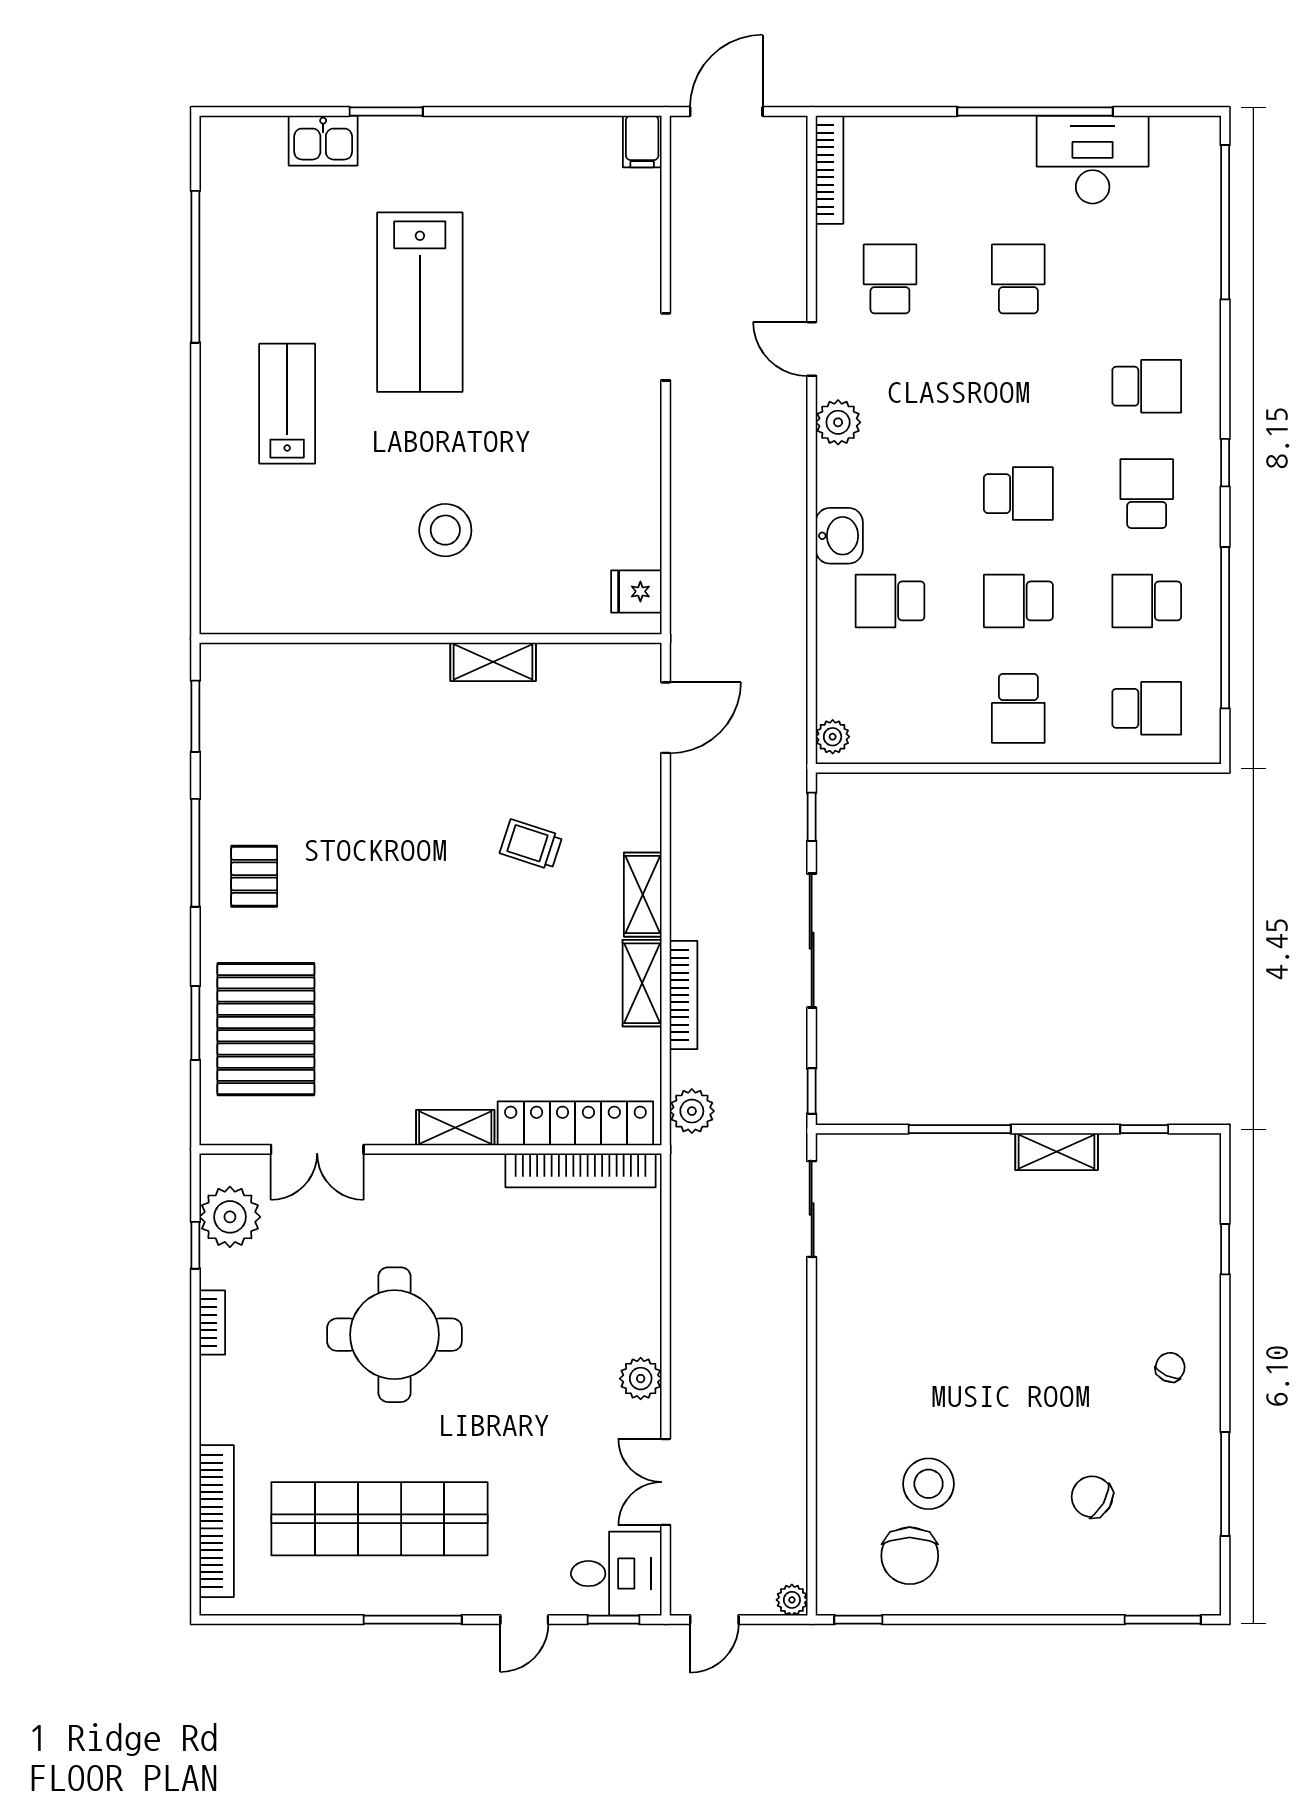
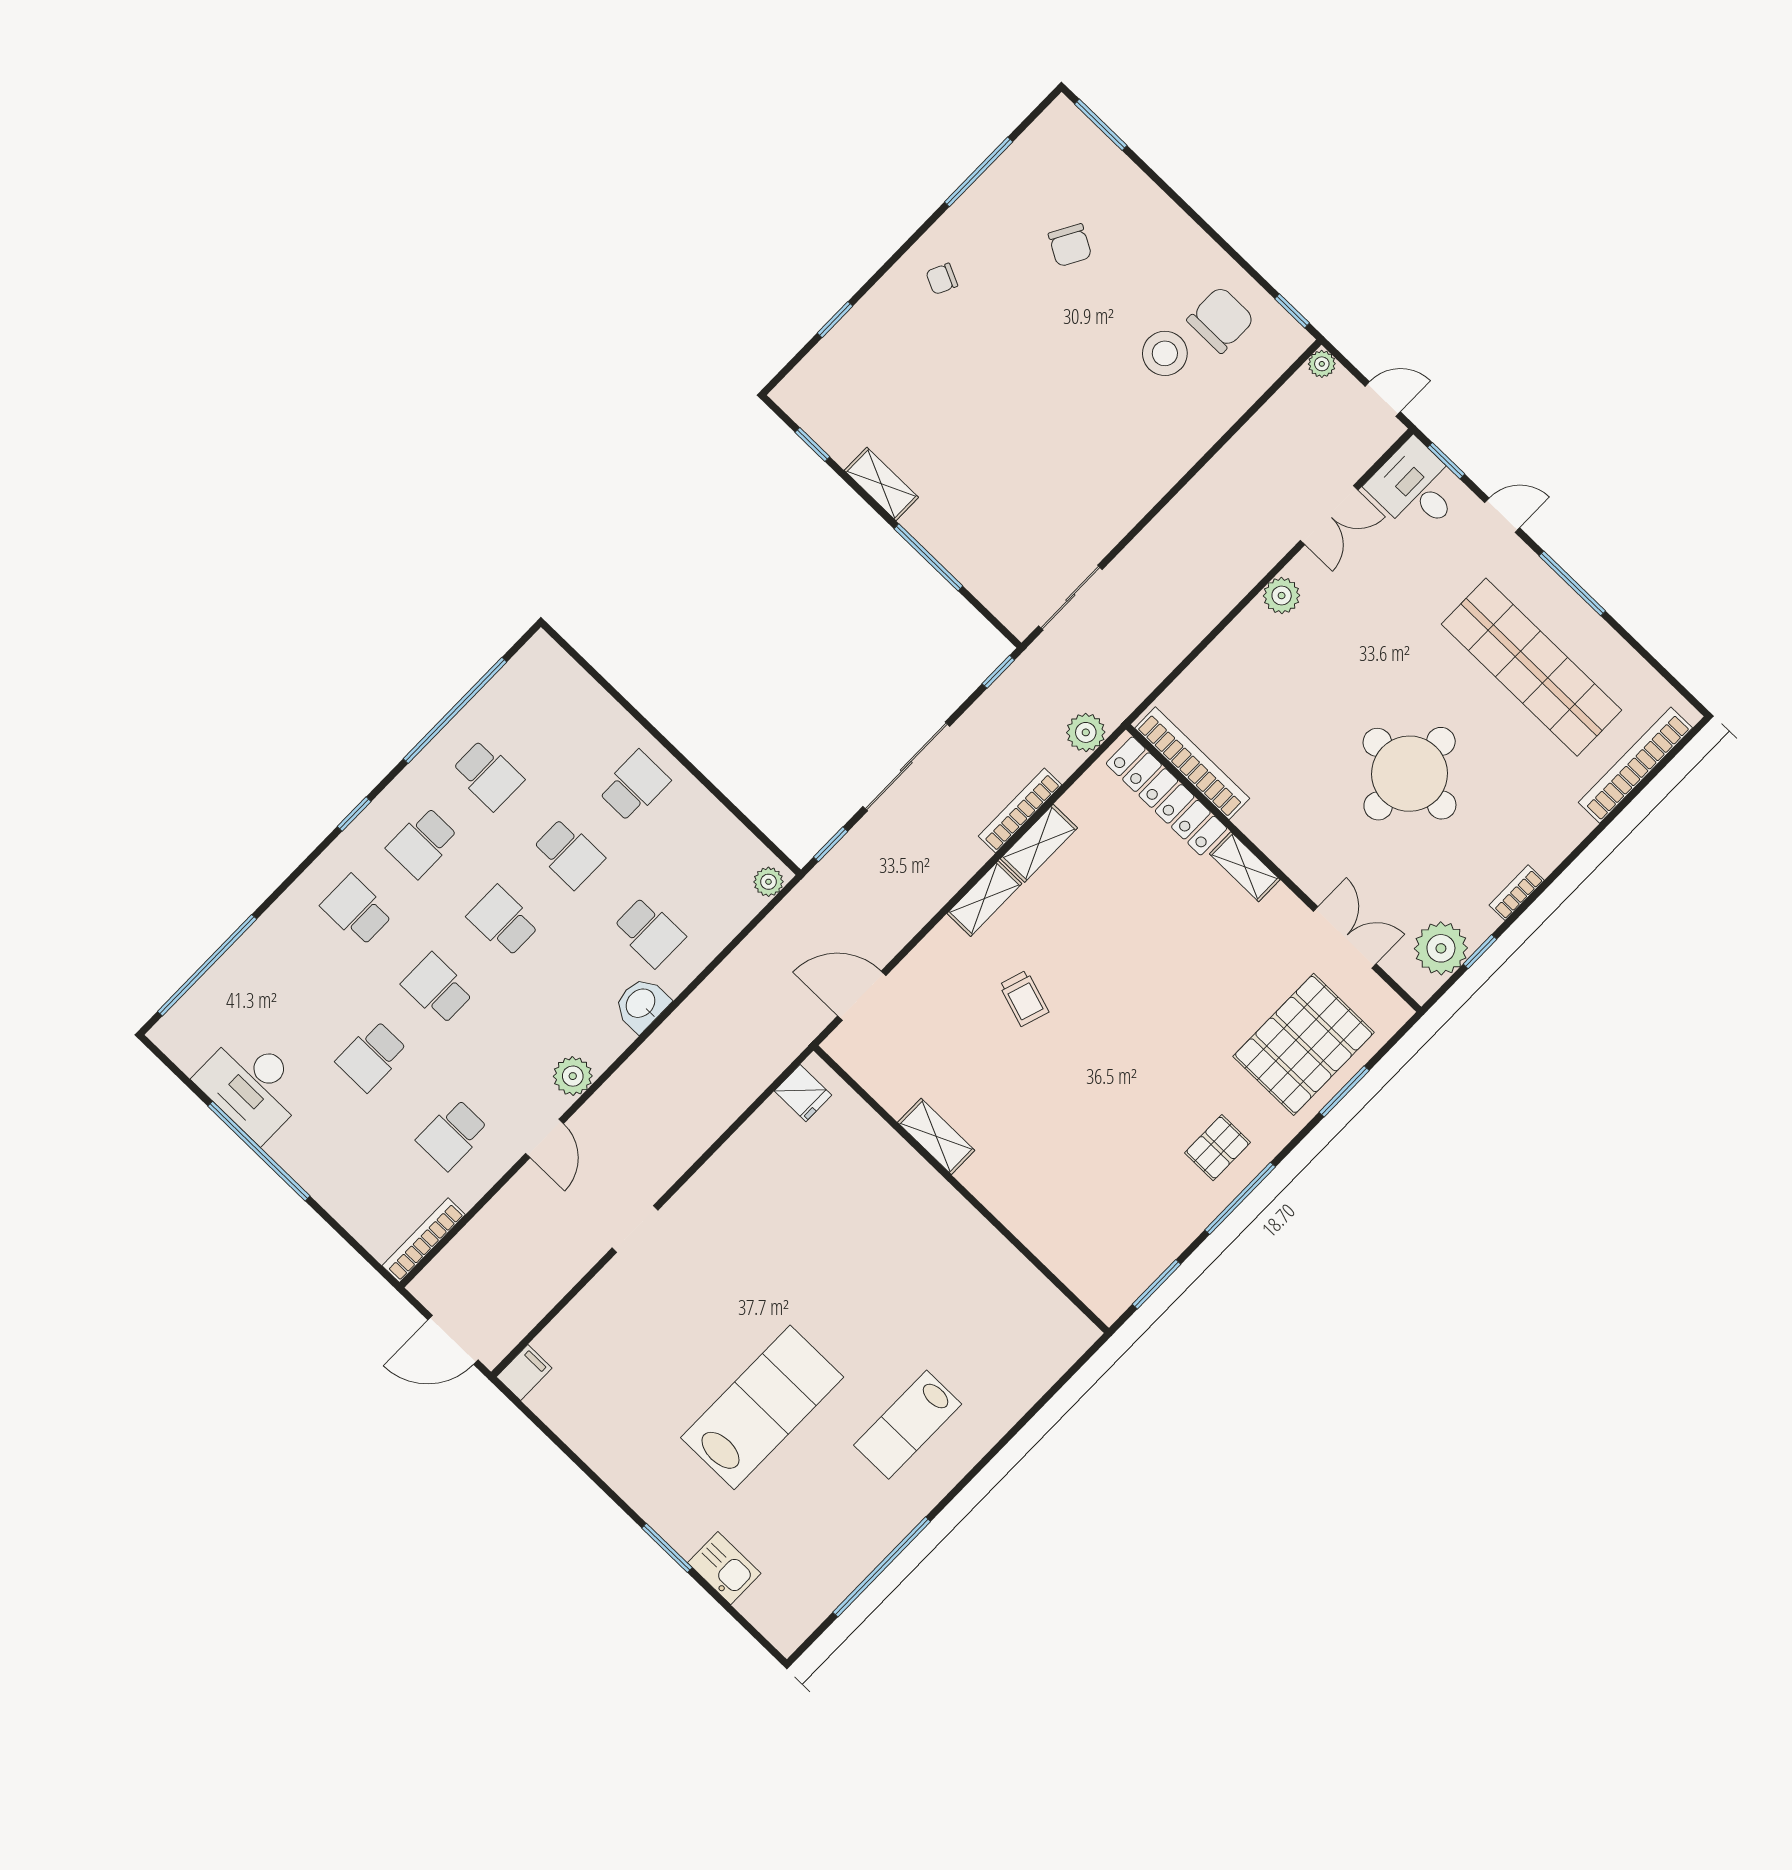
stool: (445, 530) -> (886, 1248), removed
school desk: (1147, 708) -> (437, 989), moved

